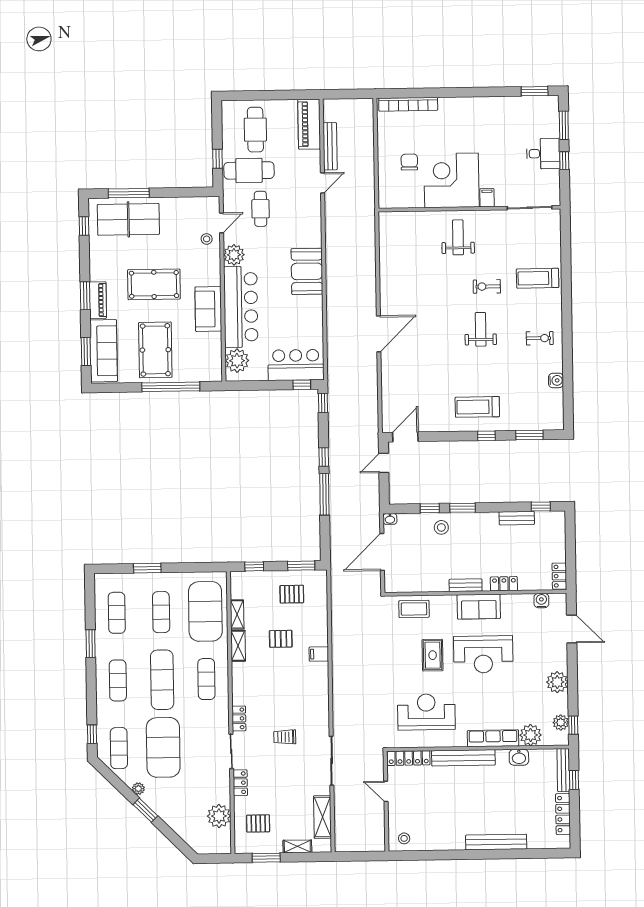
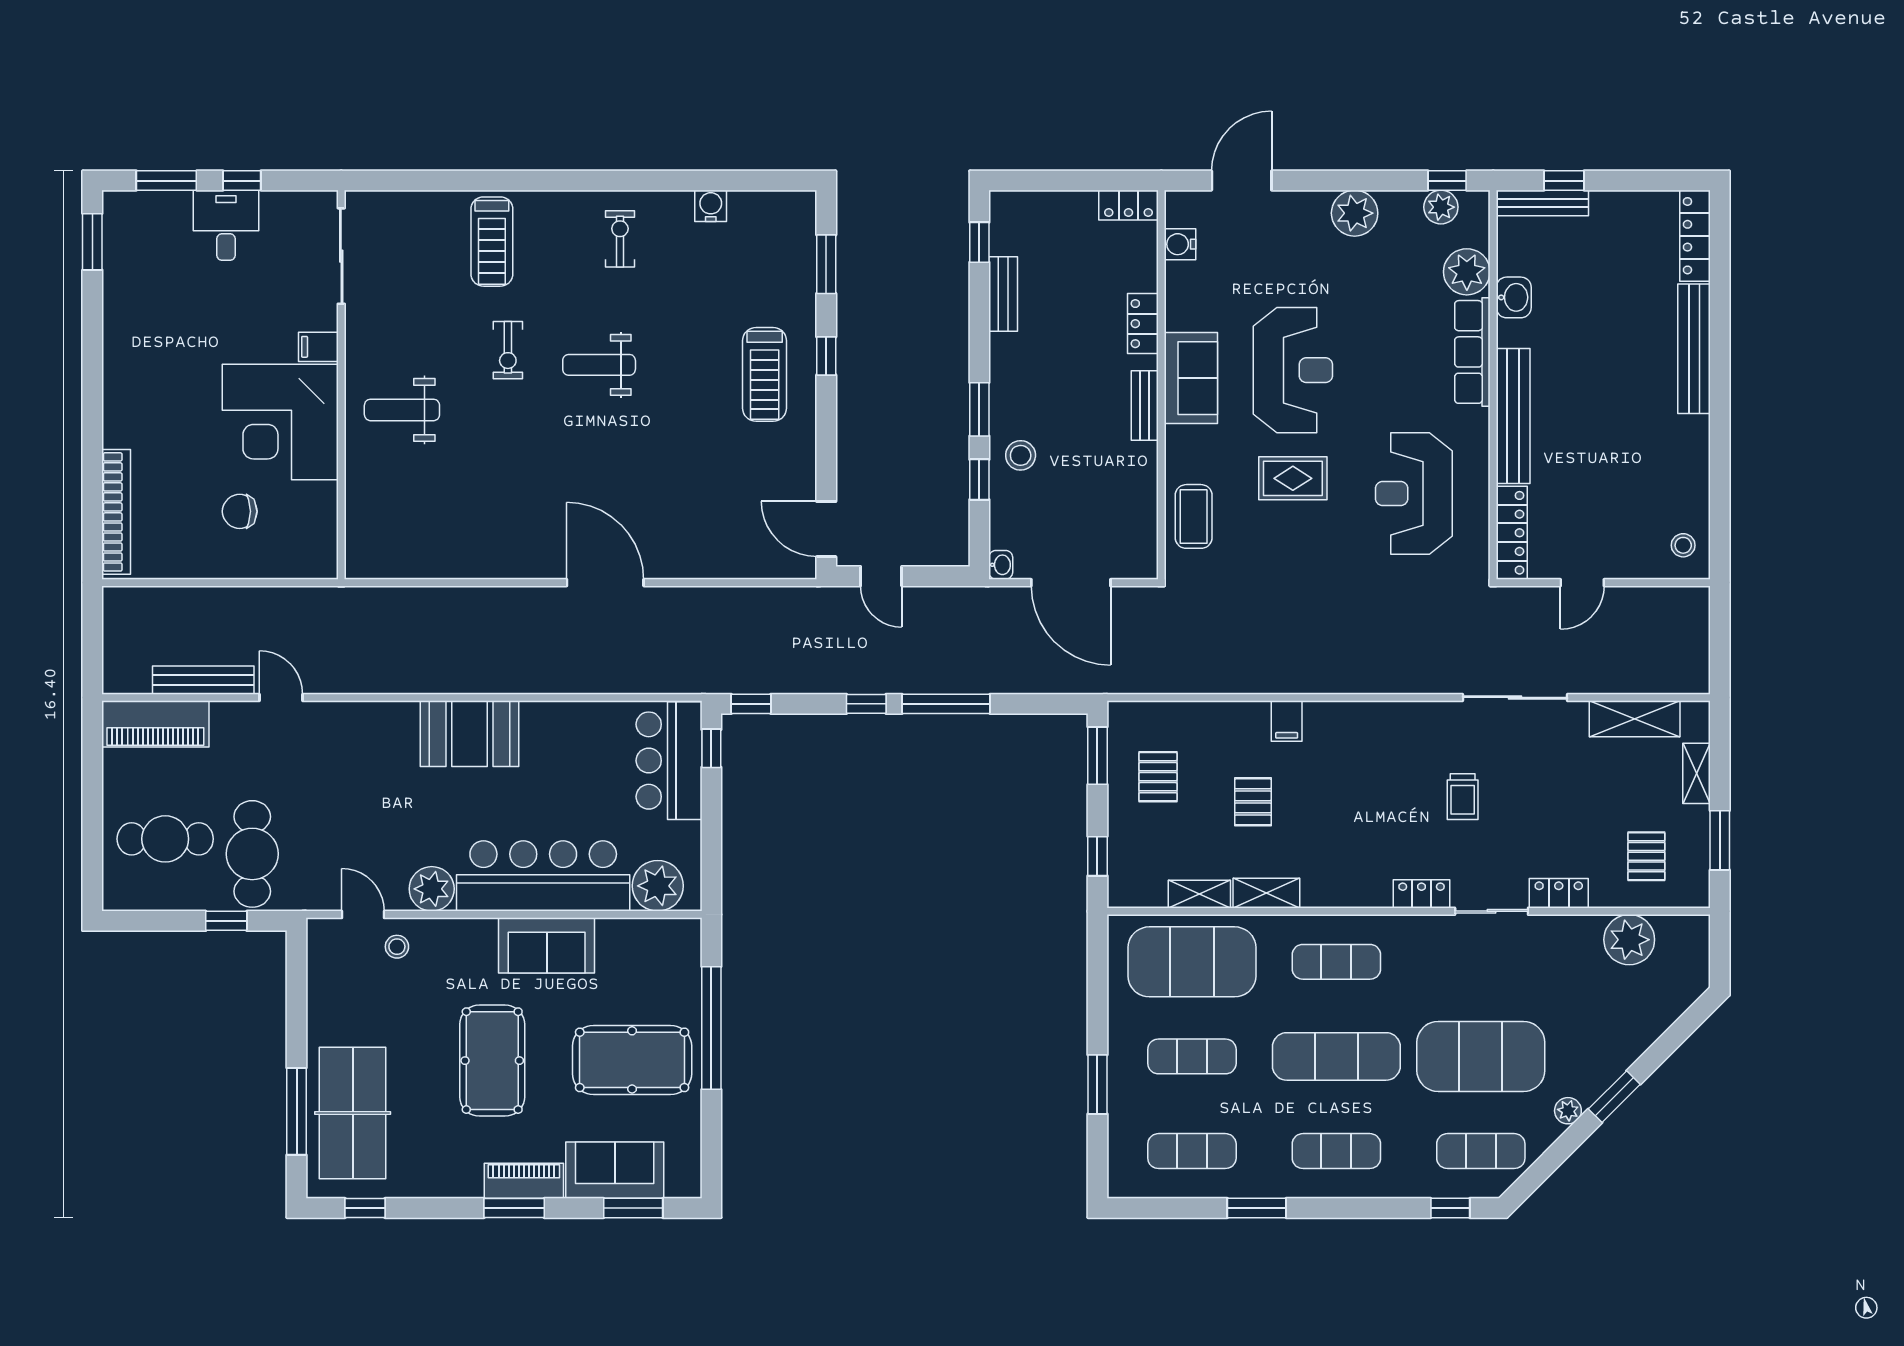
cafe table: (261, 209) -> (334, 831), removed
sofa: (104, 351) -> (615, 1170), width x0.73
locker: (563, 814) -> (1695, 236), moved, turned 90

